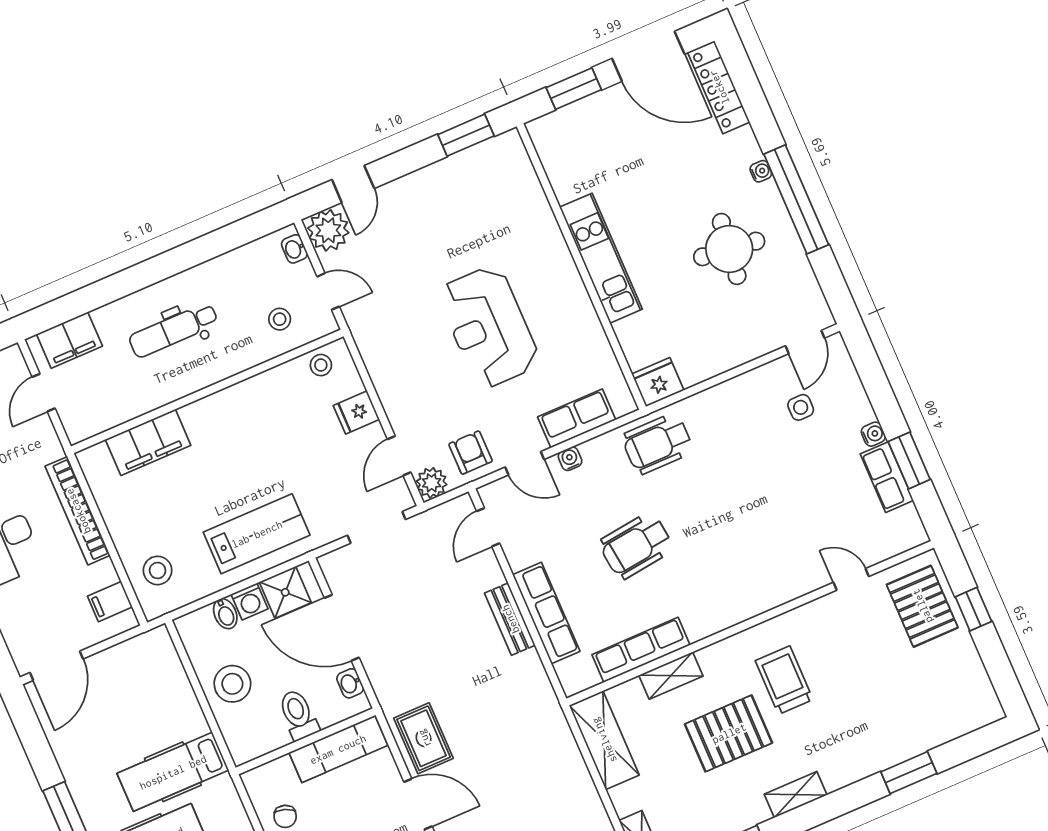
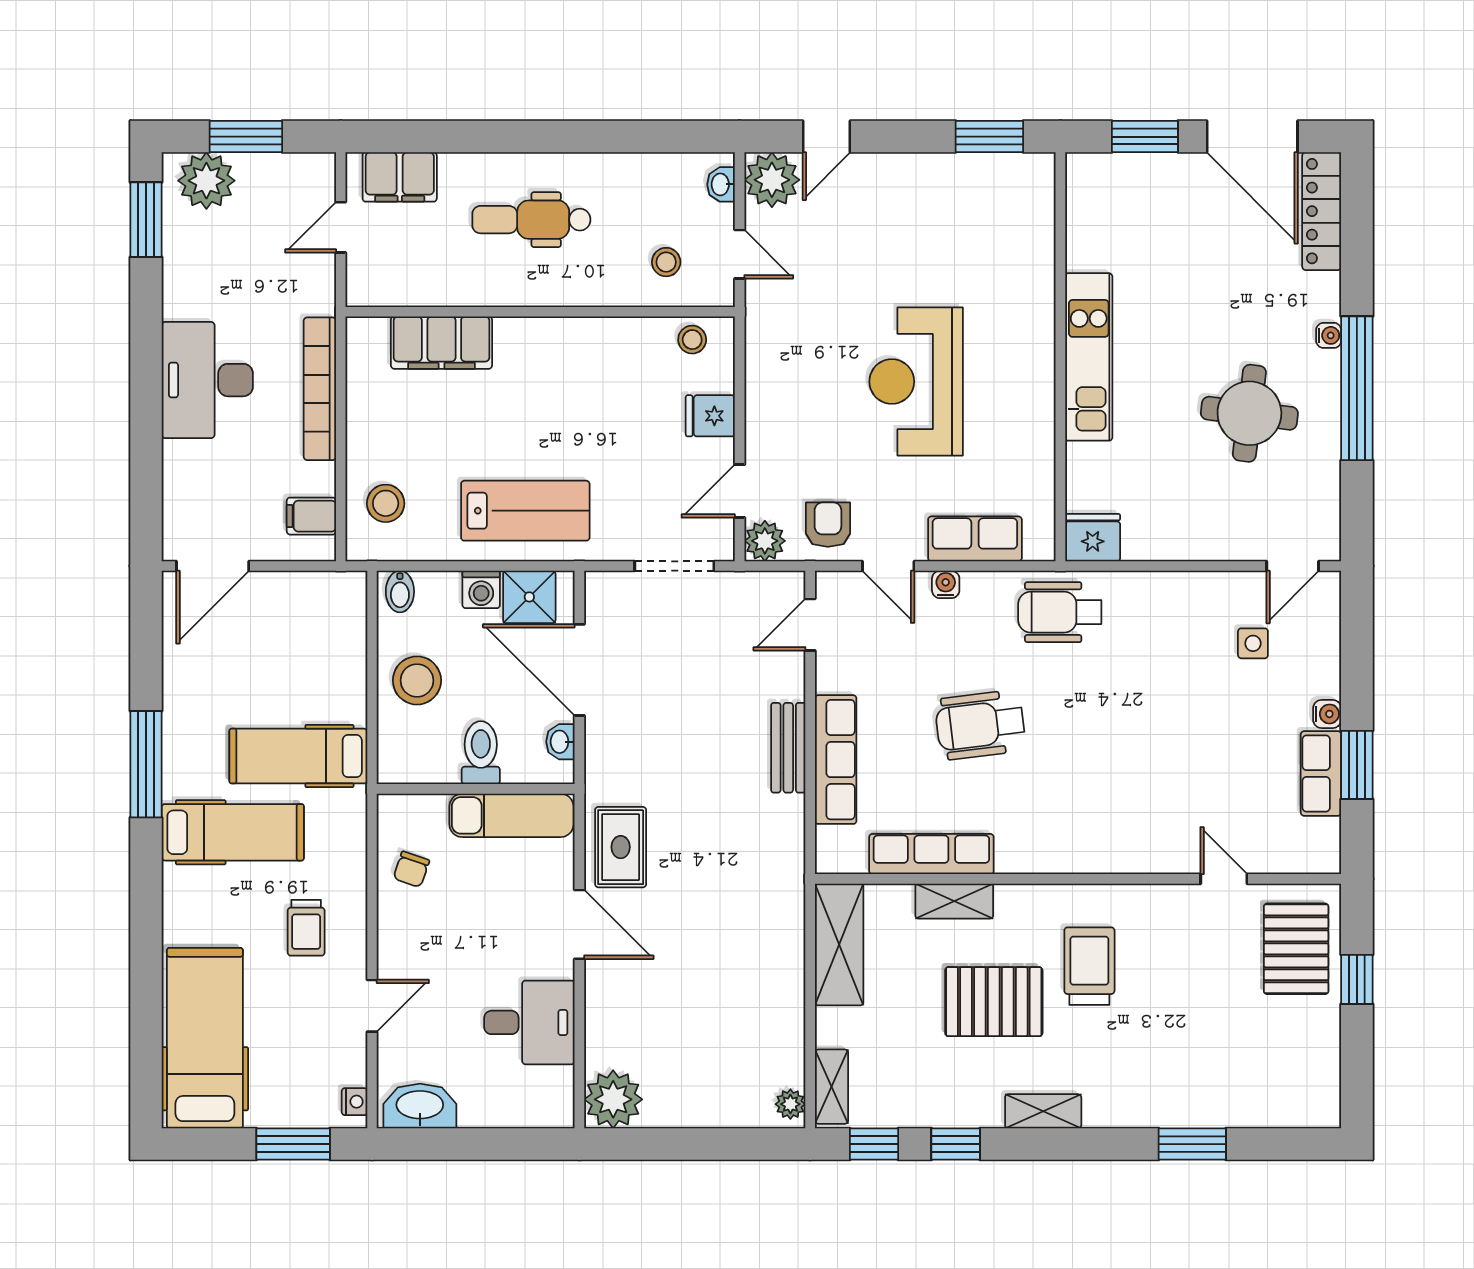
bidet: (225, 614) -> (400, 591), moved

